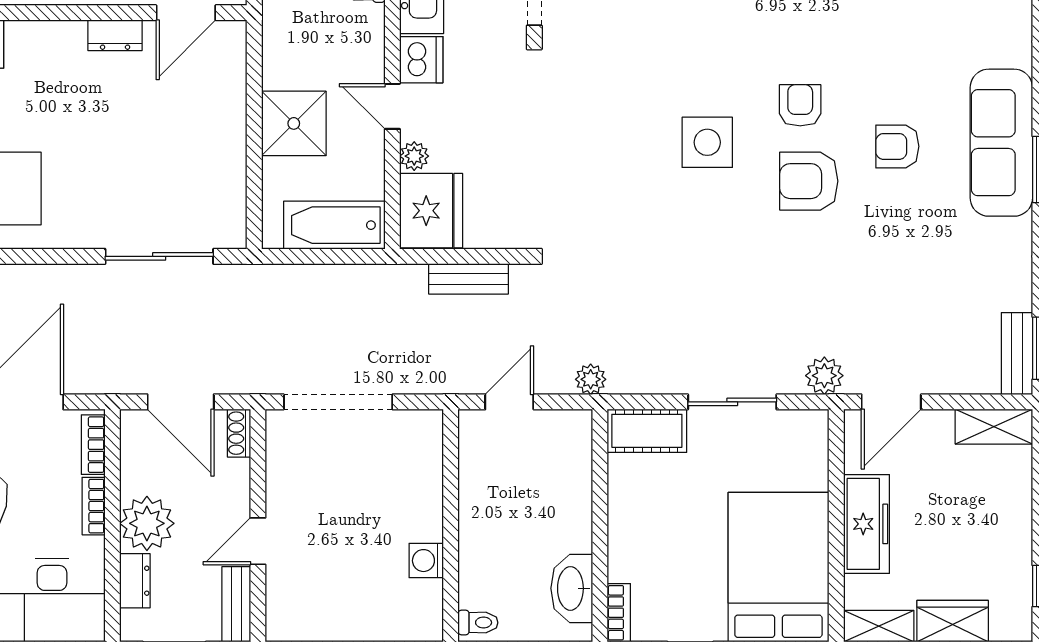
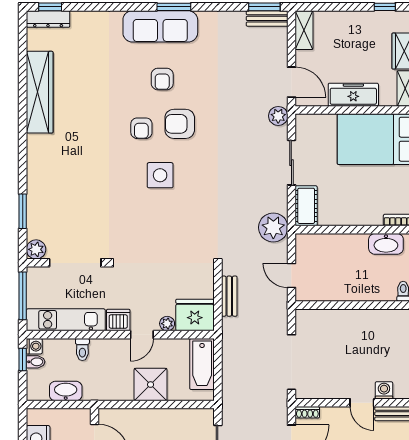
armchair: (800, 105) -> (141, 128), turned -90
armchair: (809, 181) -> (180, 124), turned 90
plant: (591, 379) -> (273, 227), width x1.88, depth x1.88
washing machine: (426, 561) -> (384, 390), moved, turned 180

